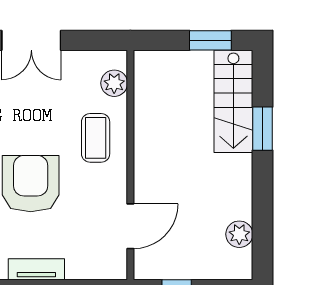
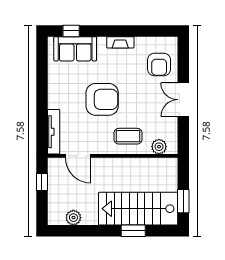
stairs: (233, 101) -> (138, 209), width x1.36, depth x1.51
tv unit: (36, 269) -> (54, 132), moved, width x1.41

